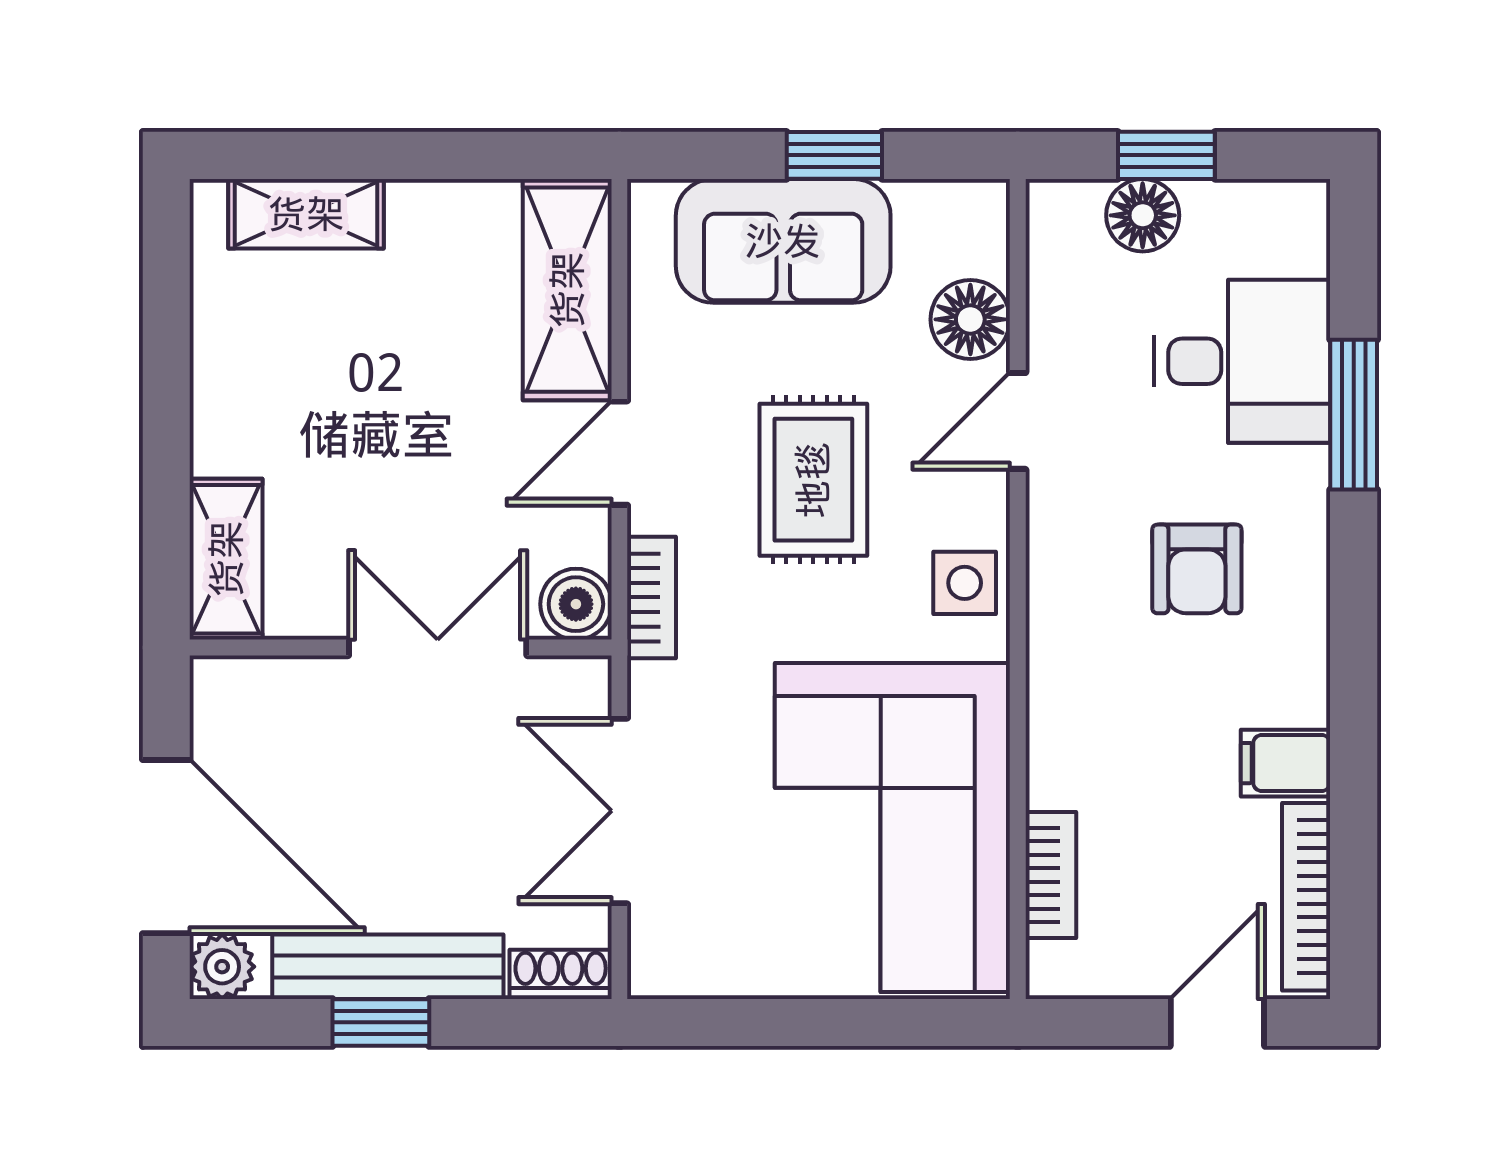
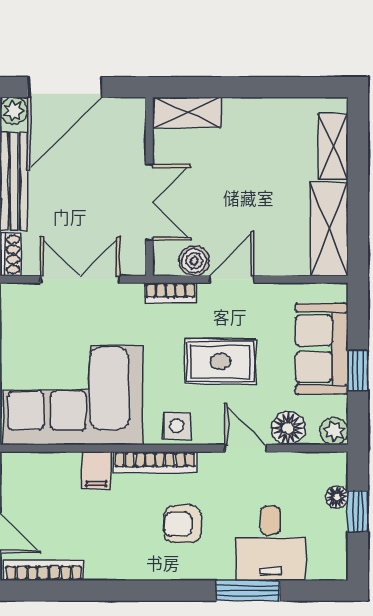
plant: (977, 211) -> (334, 431), added
floor lamp: (1143, 215) -> (337, 497), width x0.73, depth x0.73
shelving: (567, 290) -> (329, 229), moved, turned 90
door: (619, 453) -> (232, 279), hinge flipped
boiler: (576, 604) -> (194, 261), moved
filing cabinet: (1286, 763) -> (96, 470), moved, turned 180
bookcase: (1051, 875) -> (155, 462), moved, width x1.56

